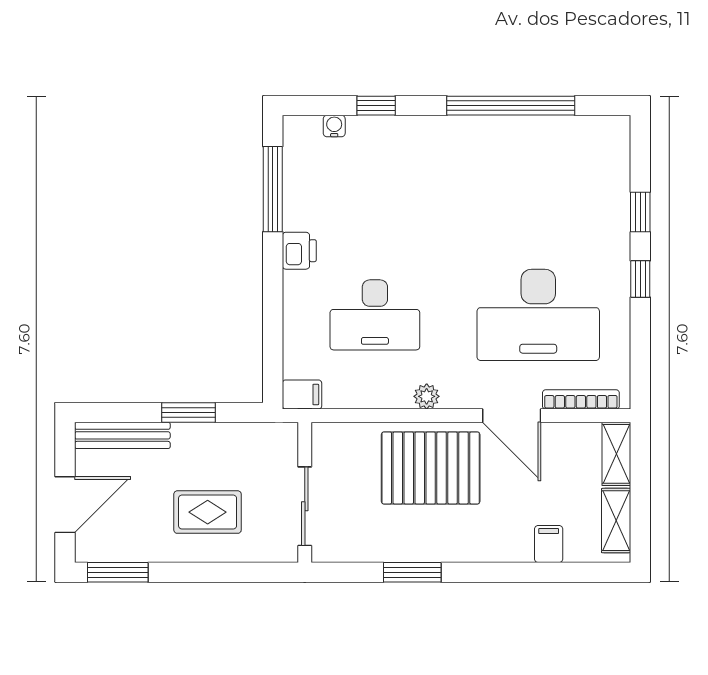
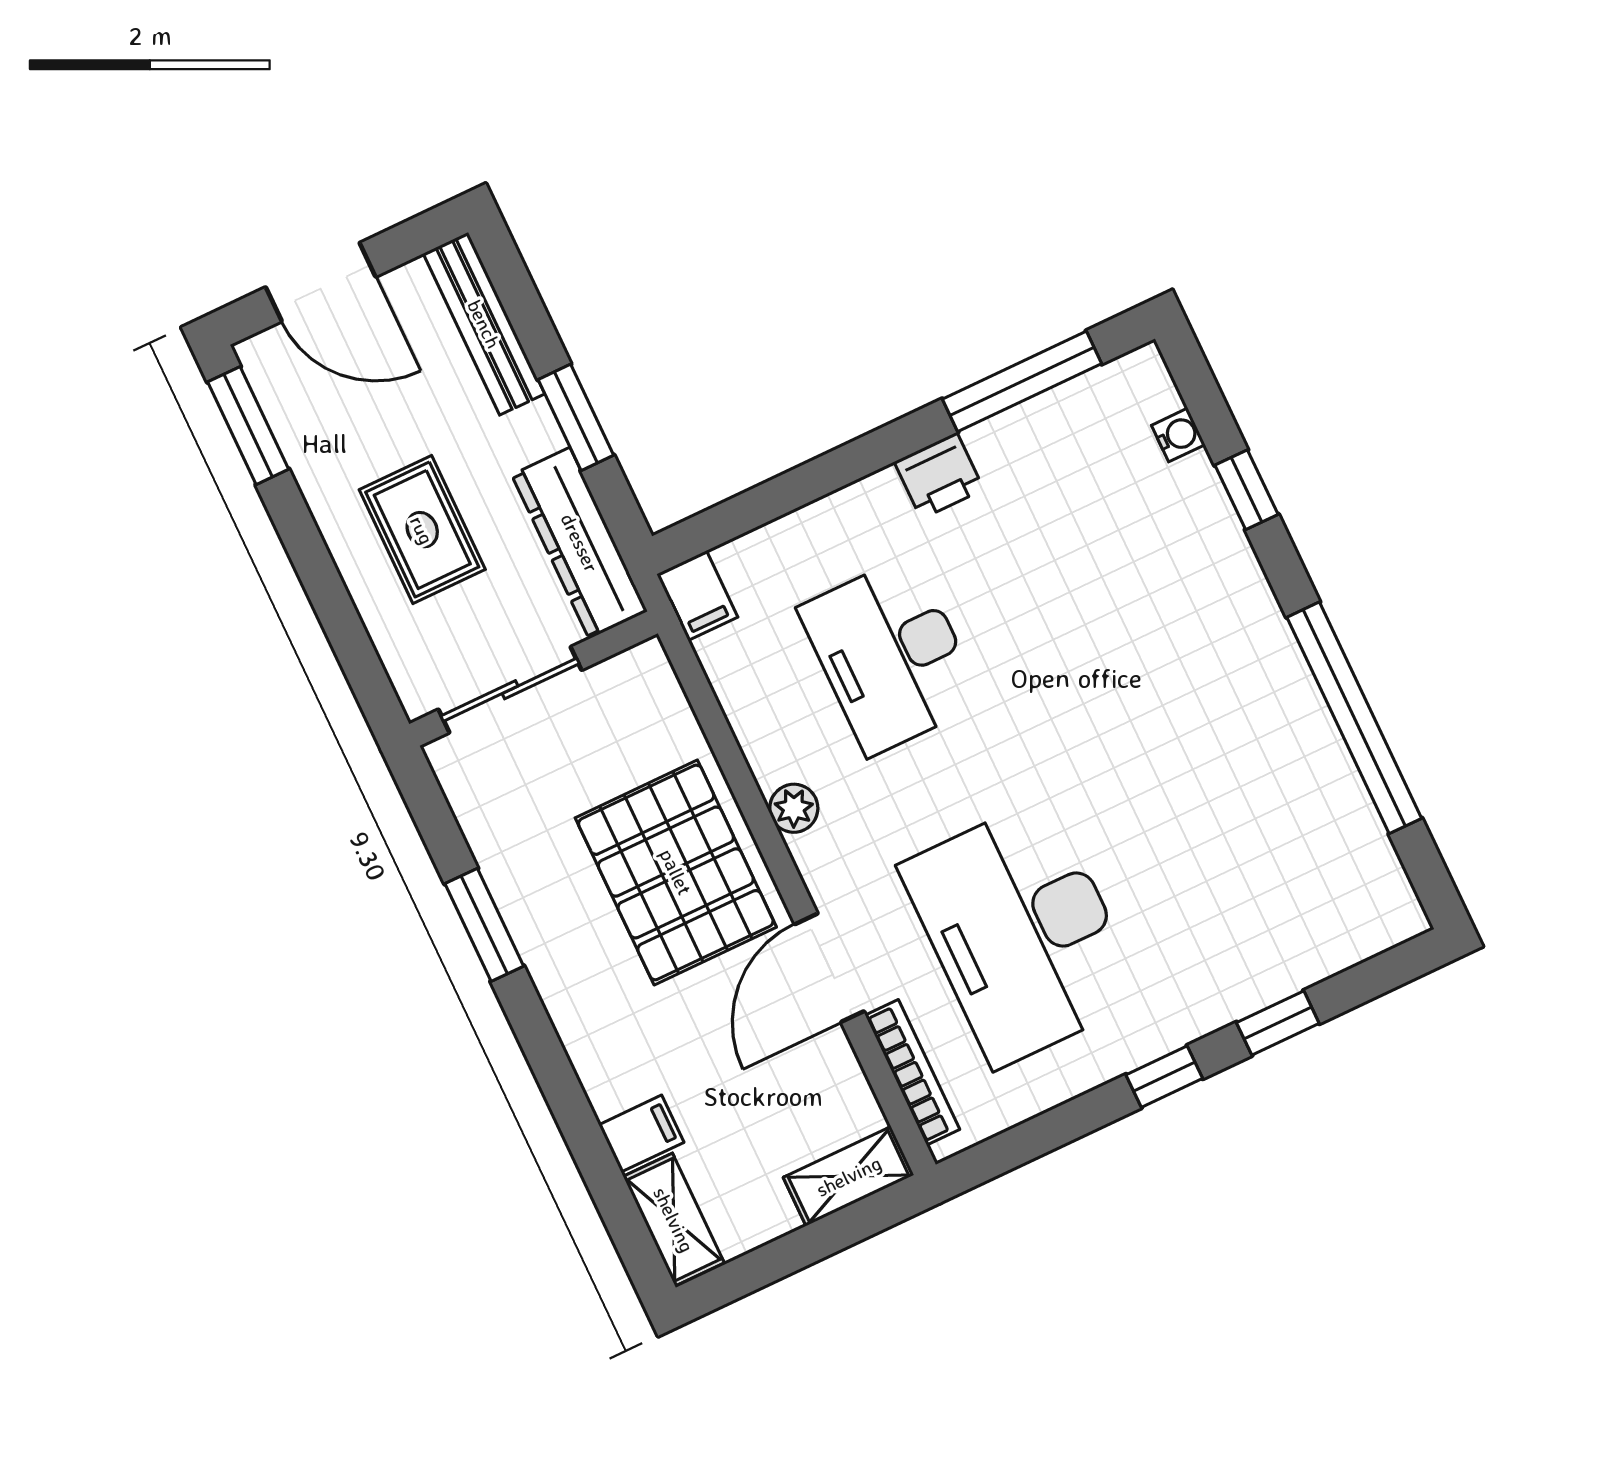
dresser: (250, 439) -> (580, 543), added
shelving: (616, 521) -> (674, 1220), moved, turned 90

